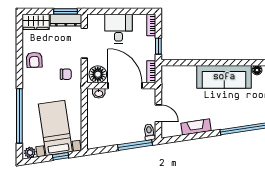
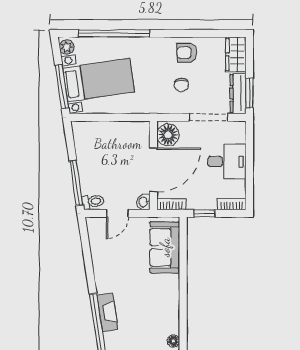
chair: (66, 74) -> (181, 85), moved
sofa: (224, 77) -> (165, 247), moved, width x0.73
washbasin: (99, 93) -> (143, 202), moved
fireplace: (196, 127) -> (107, 312), moved
window: (61, 156) -> (62, 87), width x2.17

